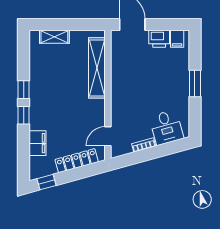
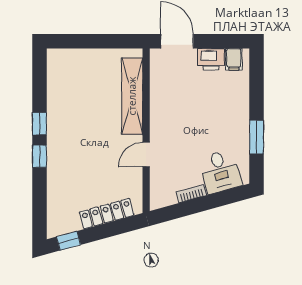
shelving: (54, 37) -> (78, 57), removed
window: (195, 84) -> (256, 137), moved
door: (108, 136) -> (146, 155), moved
filing cabinet: (38, 143) -> (57, 191), removed

